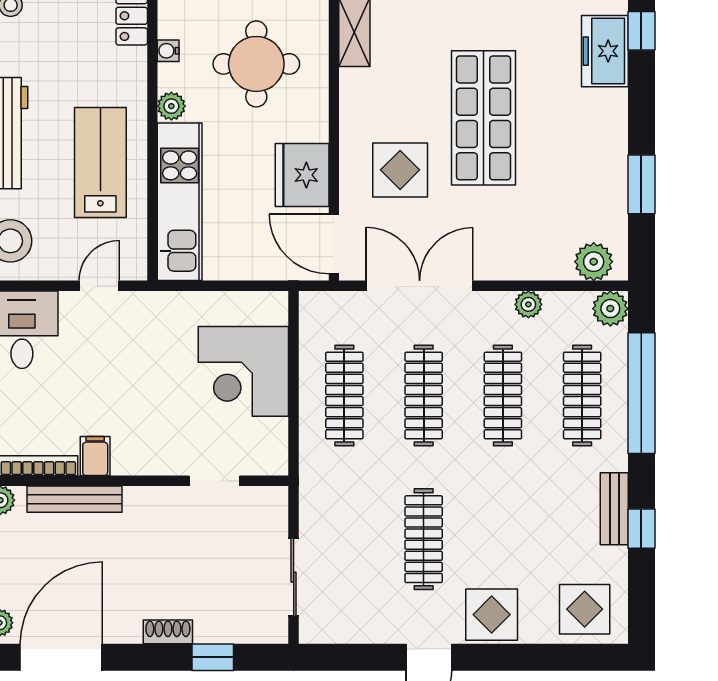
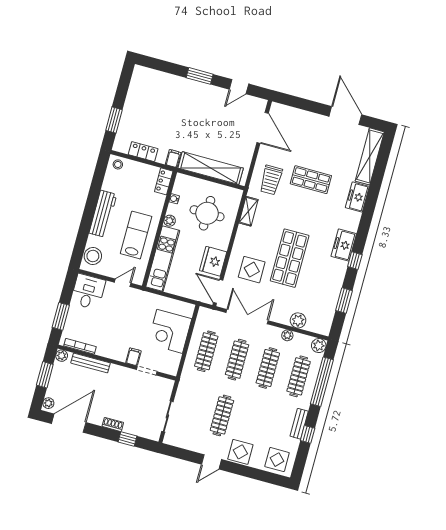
window: (641, 31) -> (355, 261), moved
plant: (594, 262) -> (298, 320), moved
filing cabinet: (95, 456) -> (133, 357), moved

